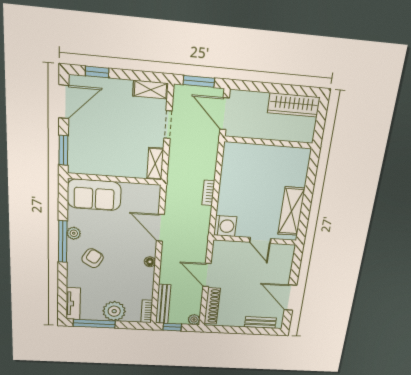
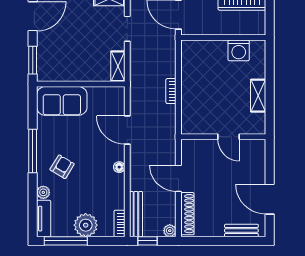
shelving: (291, 211) -> (258, 96), width x0.67, depth x0.75
washing machine: (225, 226) -> (239, 50), moved, turned 90
plant: (74, 233) -> (43, 192), moved

